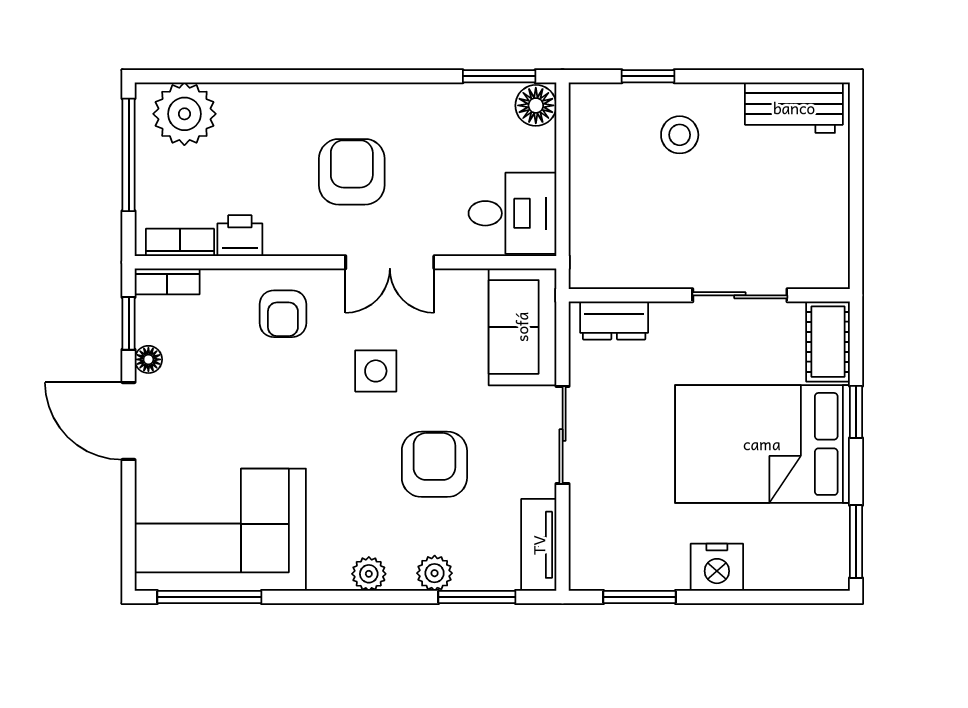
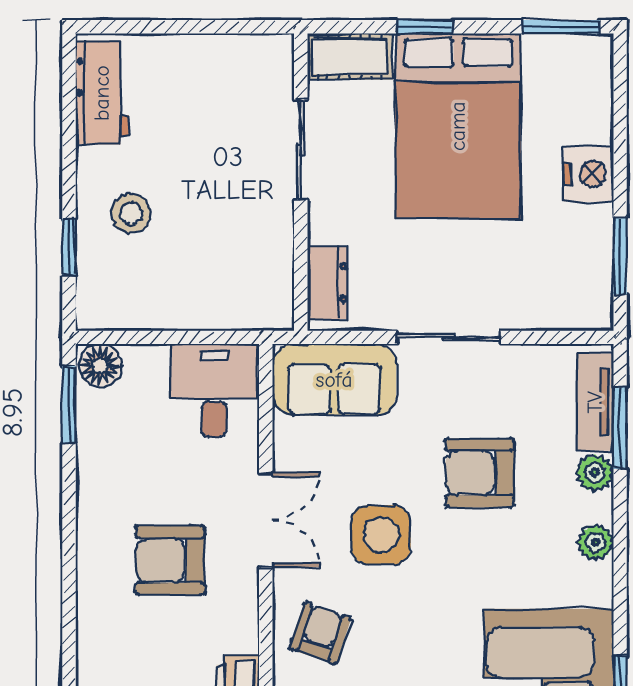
armchair: (283, 314) -> (320, 633), turned -72
side table: (376, 371) -> (381, 535), width x1.37, depth x1.37
tv unit: (539, 545) -> (595, 402), moved, turned 90

